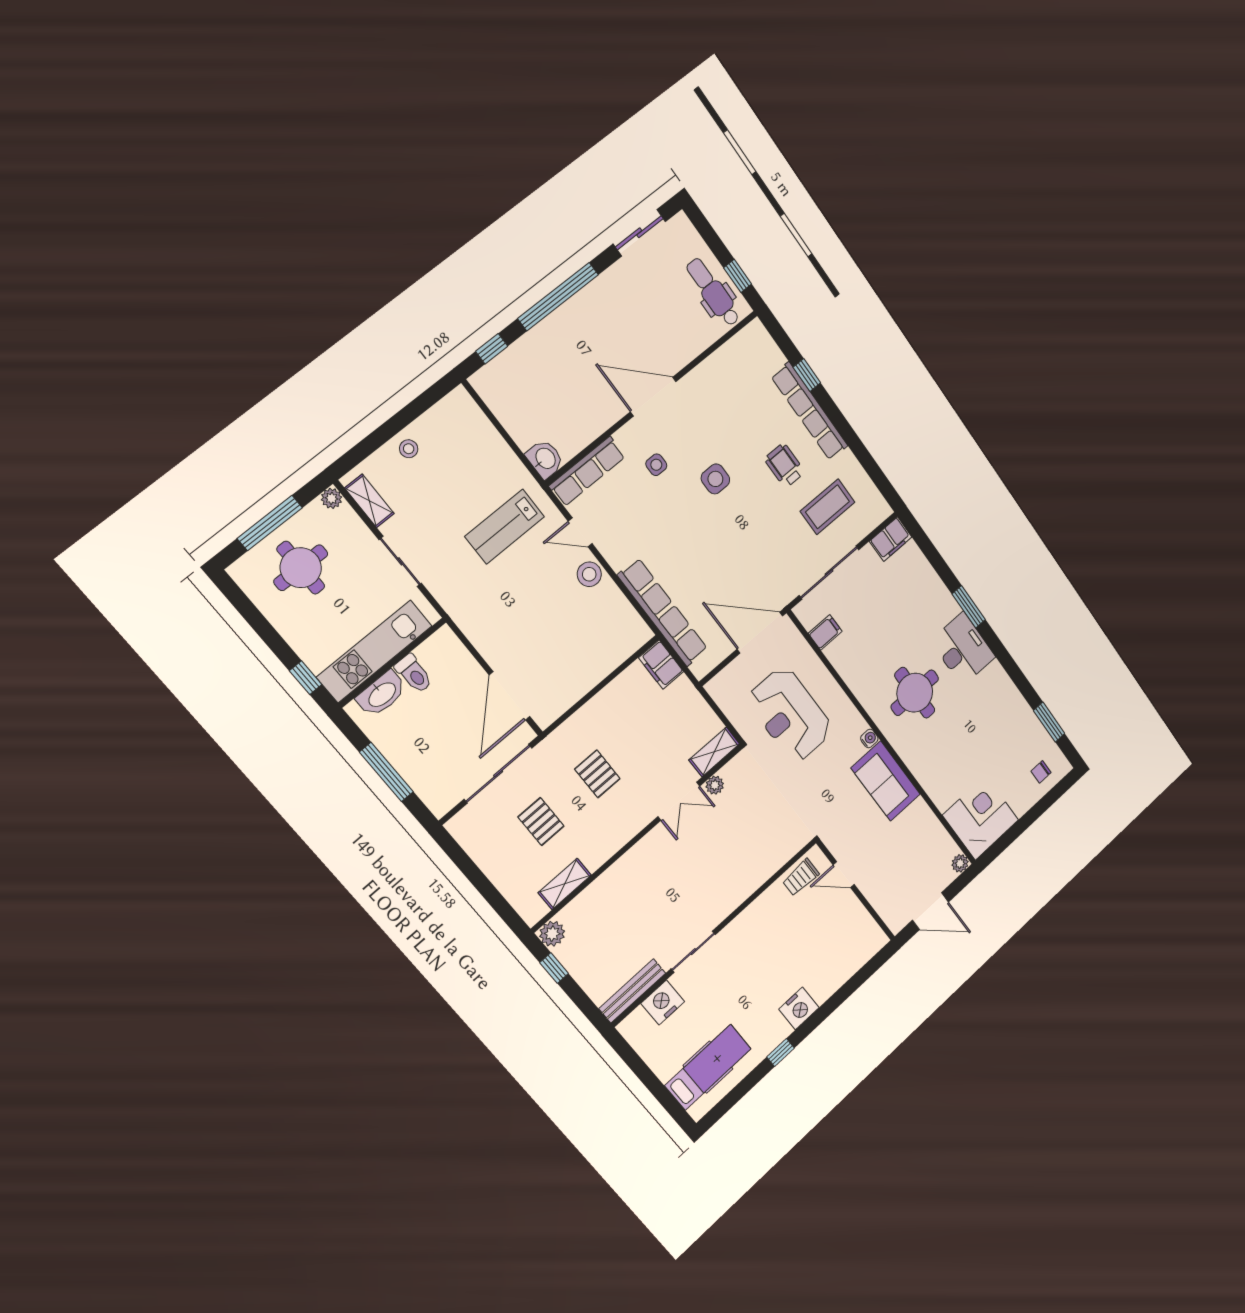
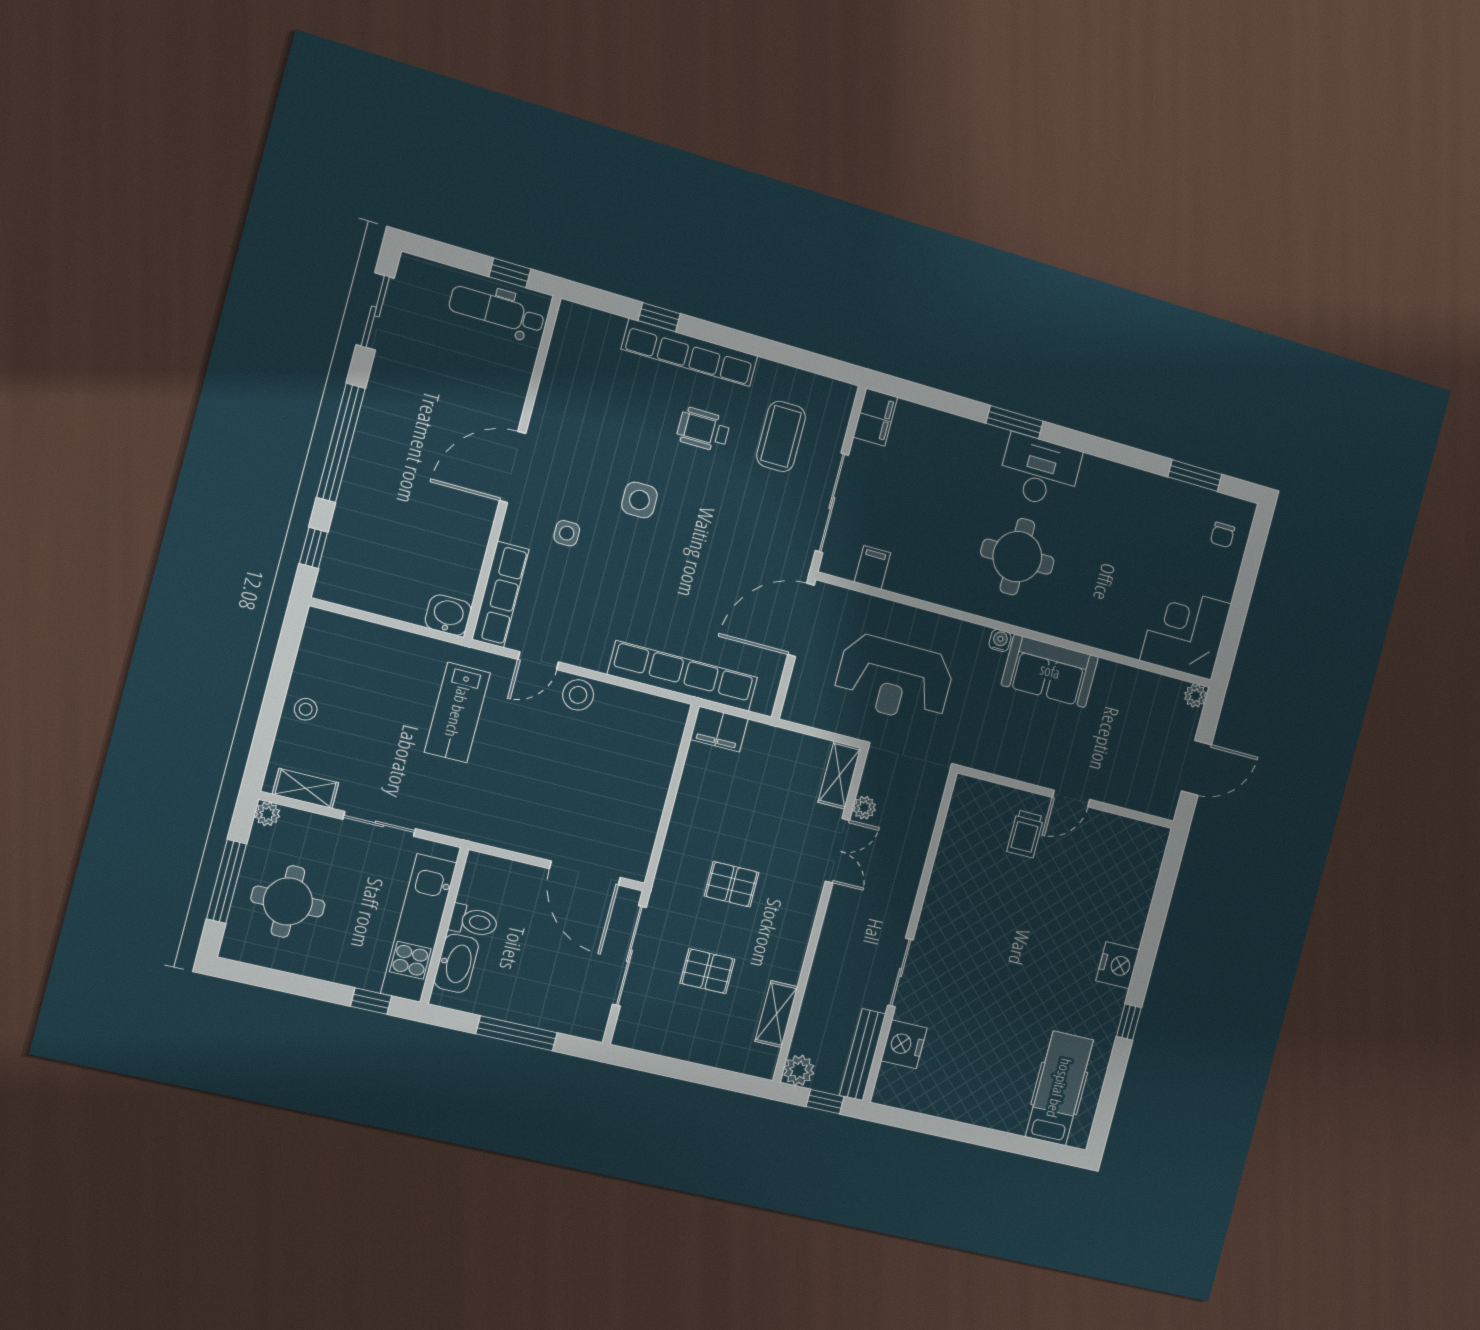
wall: (715, 932) -> (910, 937), moved
sliding door: (693, 952) -> (900, 973), moved
bench: (632, 991) -> (863, 1055), moved
nightstand: (663, 1002) -> (904, 1044), moved

